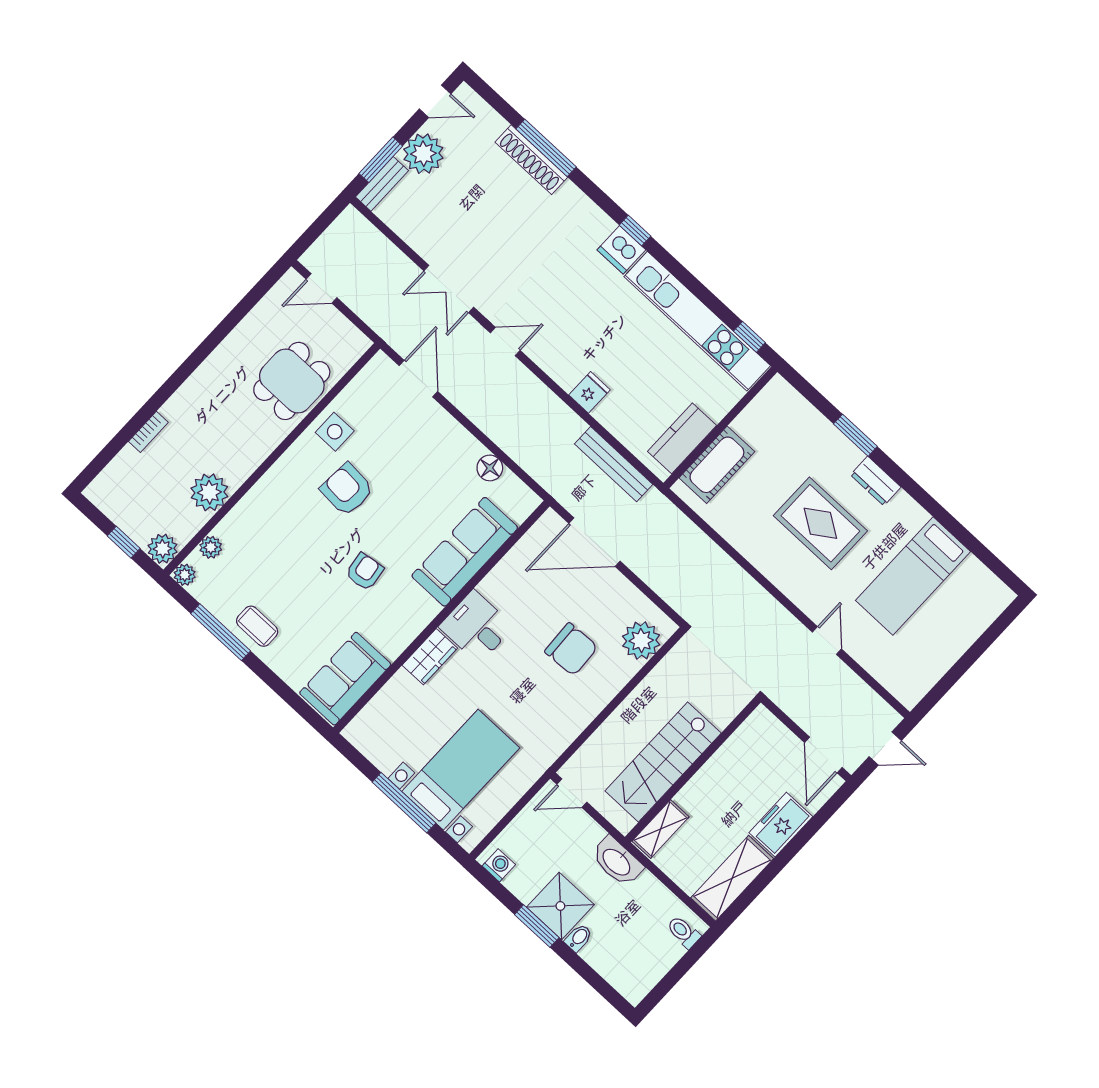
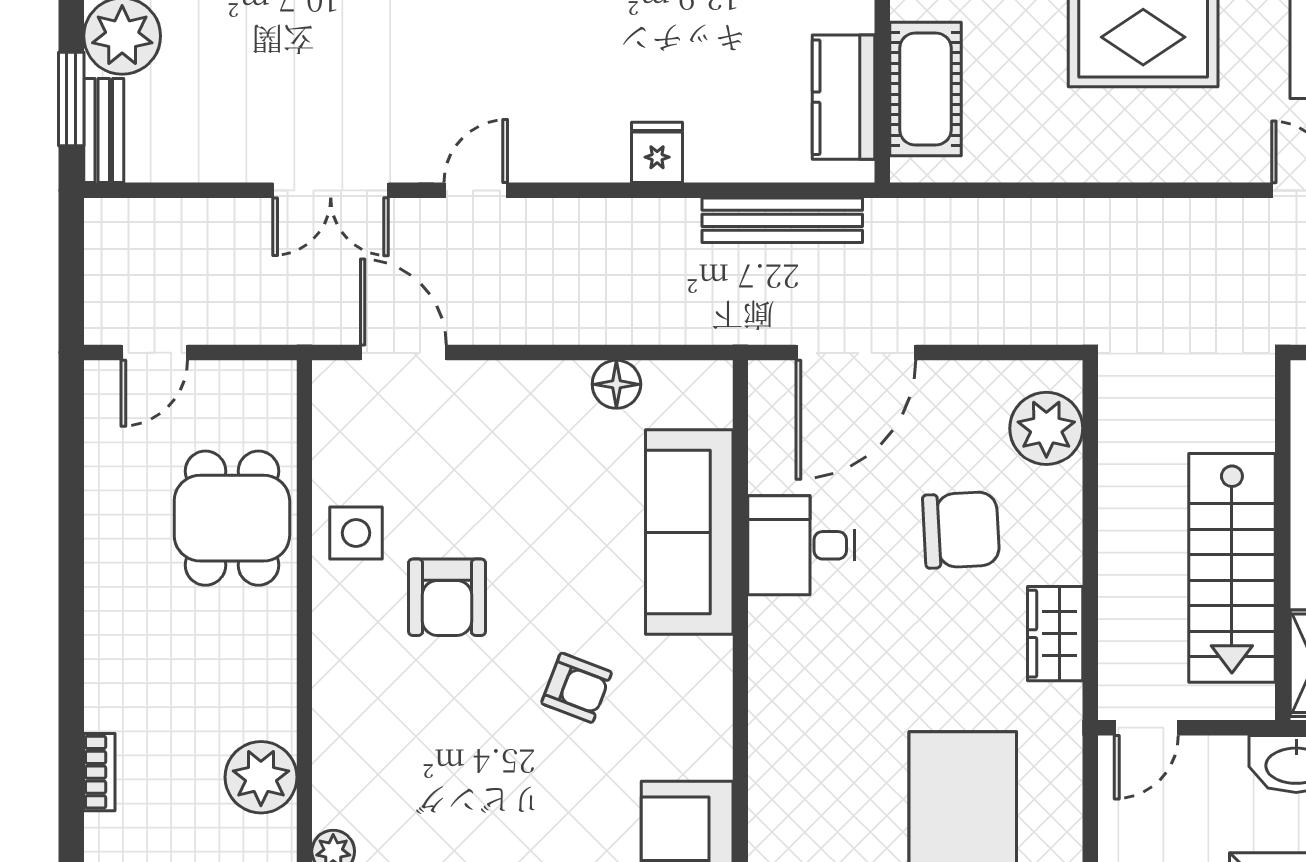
armchair: (347, 490) -> (447, 597), turned -94
armchair: (365, 572) -> (577, 688), turned 119
desk: (476, 627) -> (801, 545), moved
wardrobe: (430, 657) -> (1055, 634), moved, turned 180

